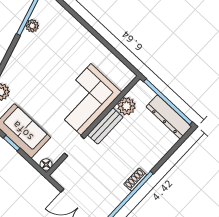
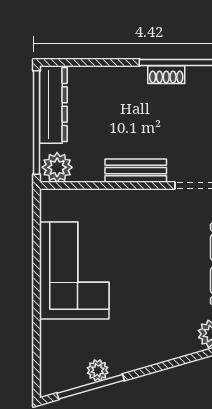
corner sofa: (86, 99) -> (74, 270), moved, turned -90
plant: (126, 106) -> (57, 167), moved

